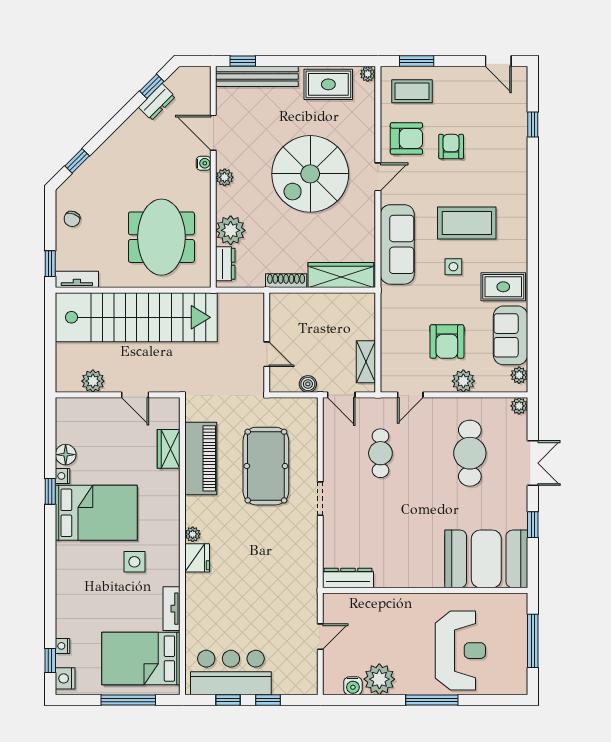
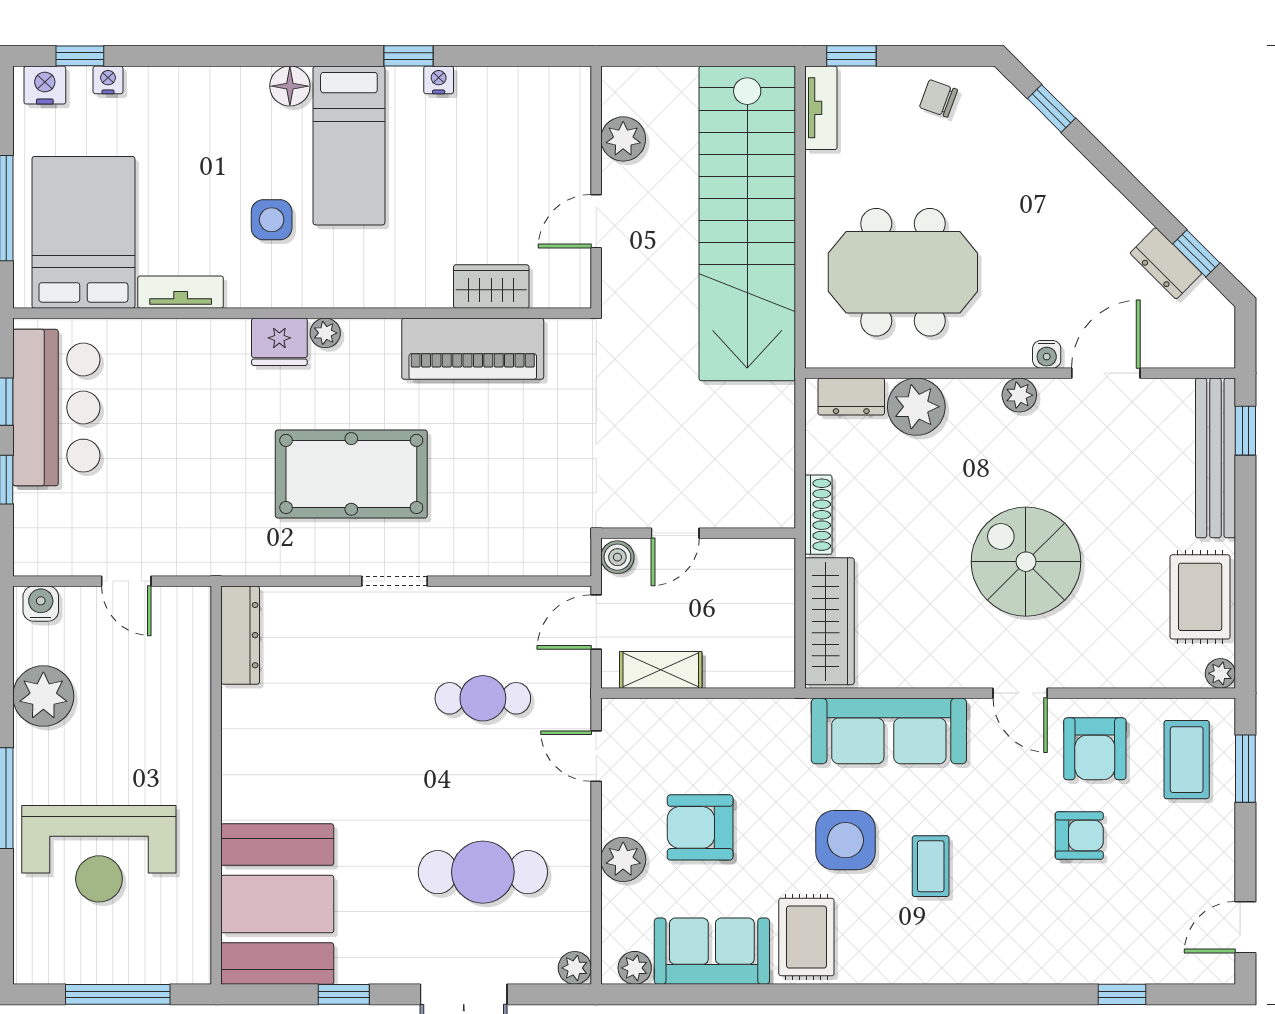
spiral stairs: (310, 174) -> (1026, 562), width x0.73, depth x0.73
coffee table: (467, 223) -> (931, 866), width x0.54, depth x0.58
side table: (453, 267) -> (845, 840), width x1.87, depth x1.87
wall: (267, 343) -> (698, 533), moved
door: (267, 354) -> (675, 533), moved
floor lamp: (66, 455) -> (290, 86), moved
pool table: (266, 466) -> (351, 474), moved
bed: (96, 513) -> (349, 145), width x0.67
water cooler: (353, 686) -> (41, 604), moved, turned 90

